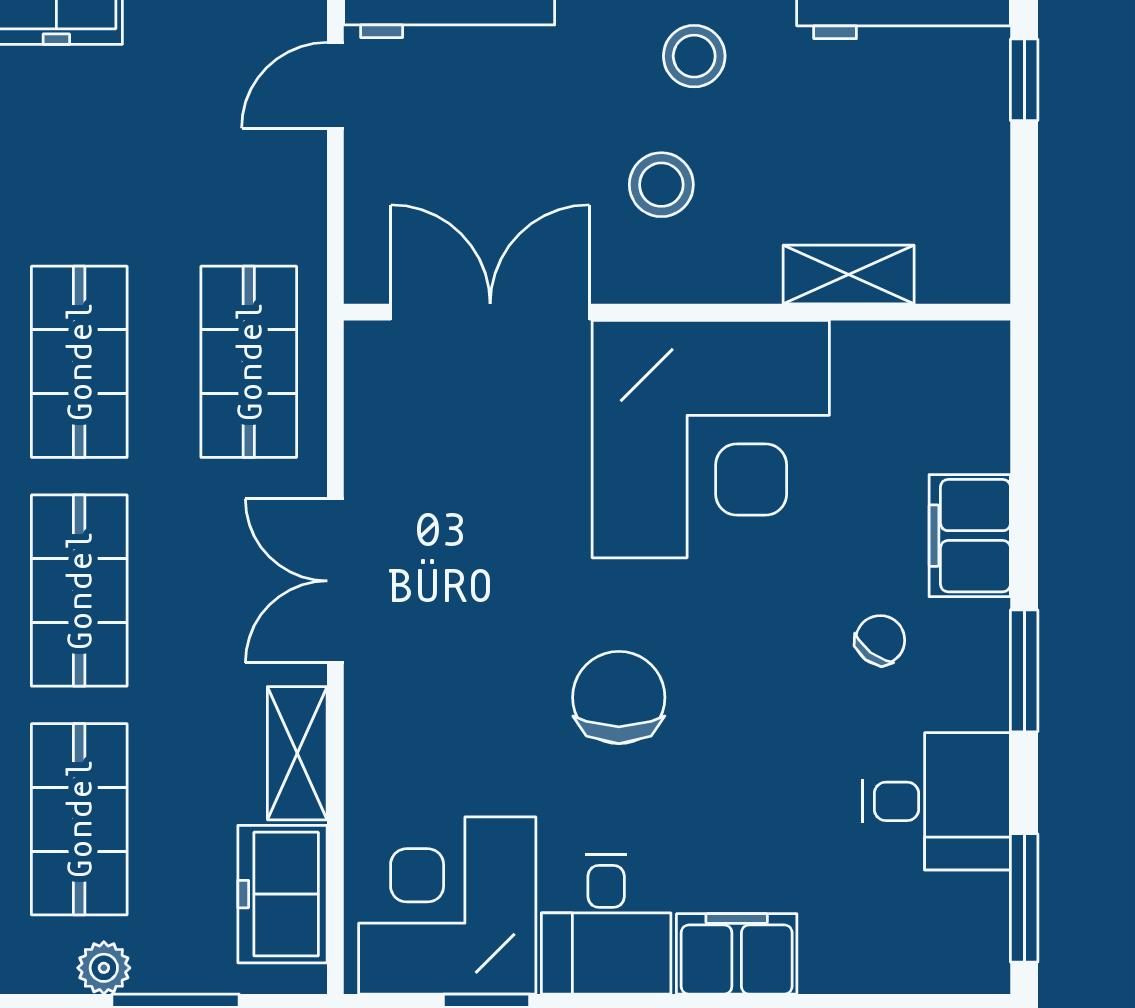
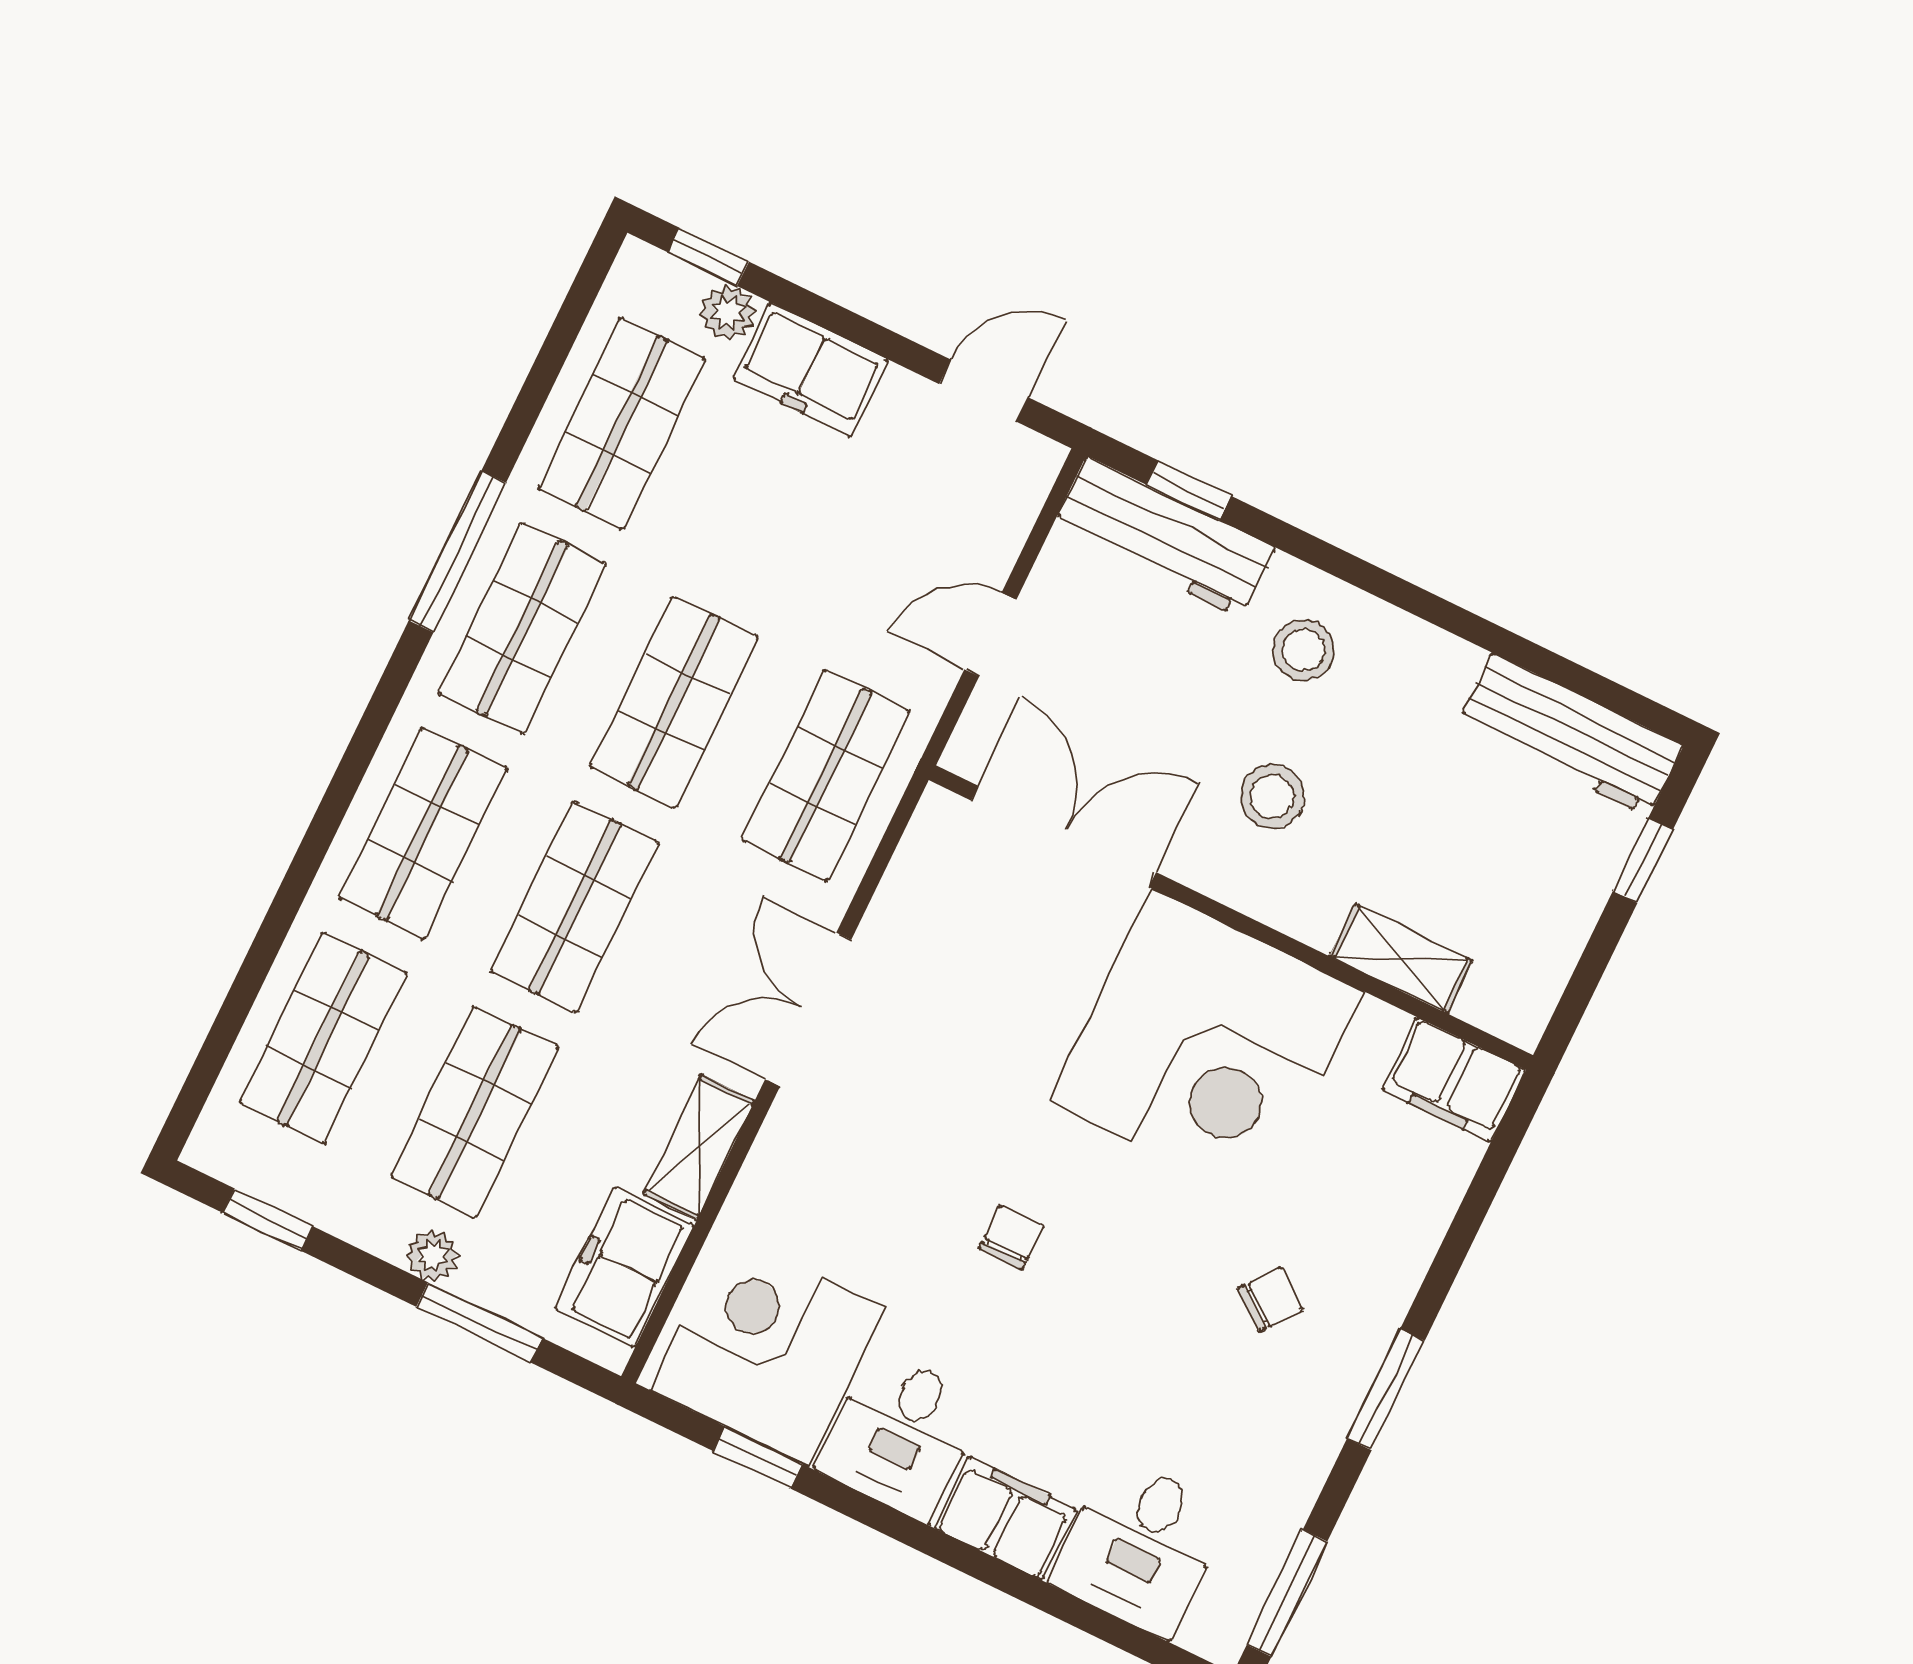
stool: (694, 56) -> (1303, 650), moved
door: (335, 85) -> (990, 634), moved
filing cabinet: (970, 536) -> (1454, 1080), moved, turned -90
chair: (619, 697) -> (1011, 1237), width x0.54, depth x0.54
desk: (936, 801) -> (1140, 1546), moved, turned 90

